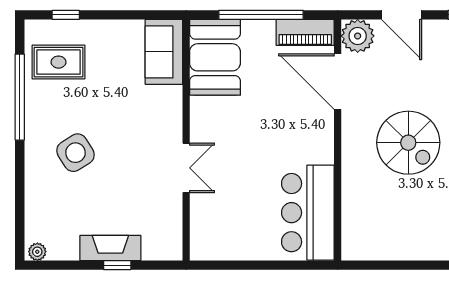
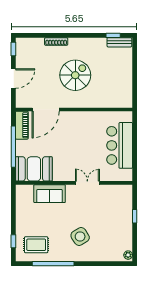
plant: (358, 36) -> (24, 100), removed
sofa: (164, 52) -> (50, 194), moved
rug: (58, 62) -> (36, 245), turned 90
bar counter: (308, 213) -> (120, 145), moved, turned 90
fireplace: (110, 248) -> (126, 220), removed

